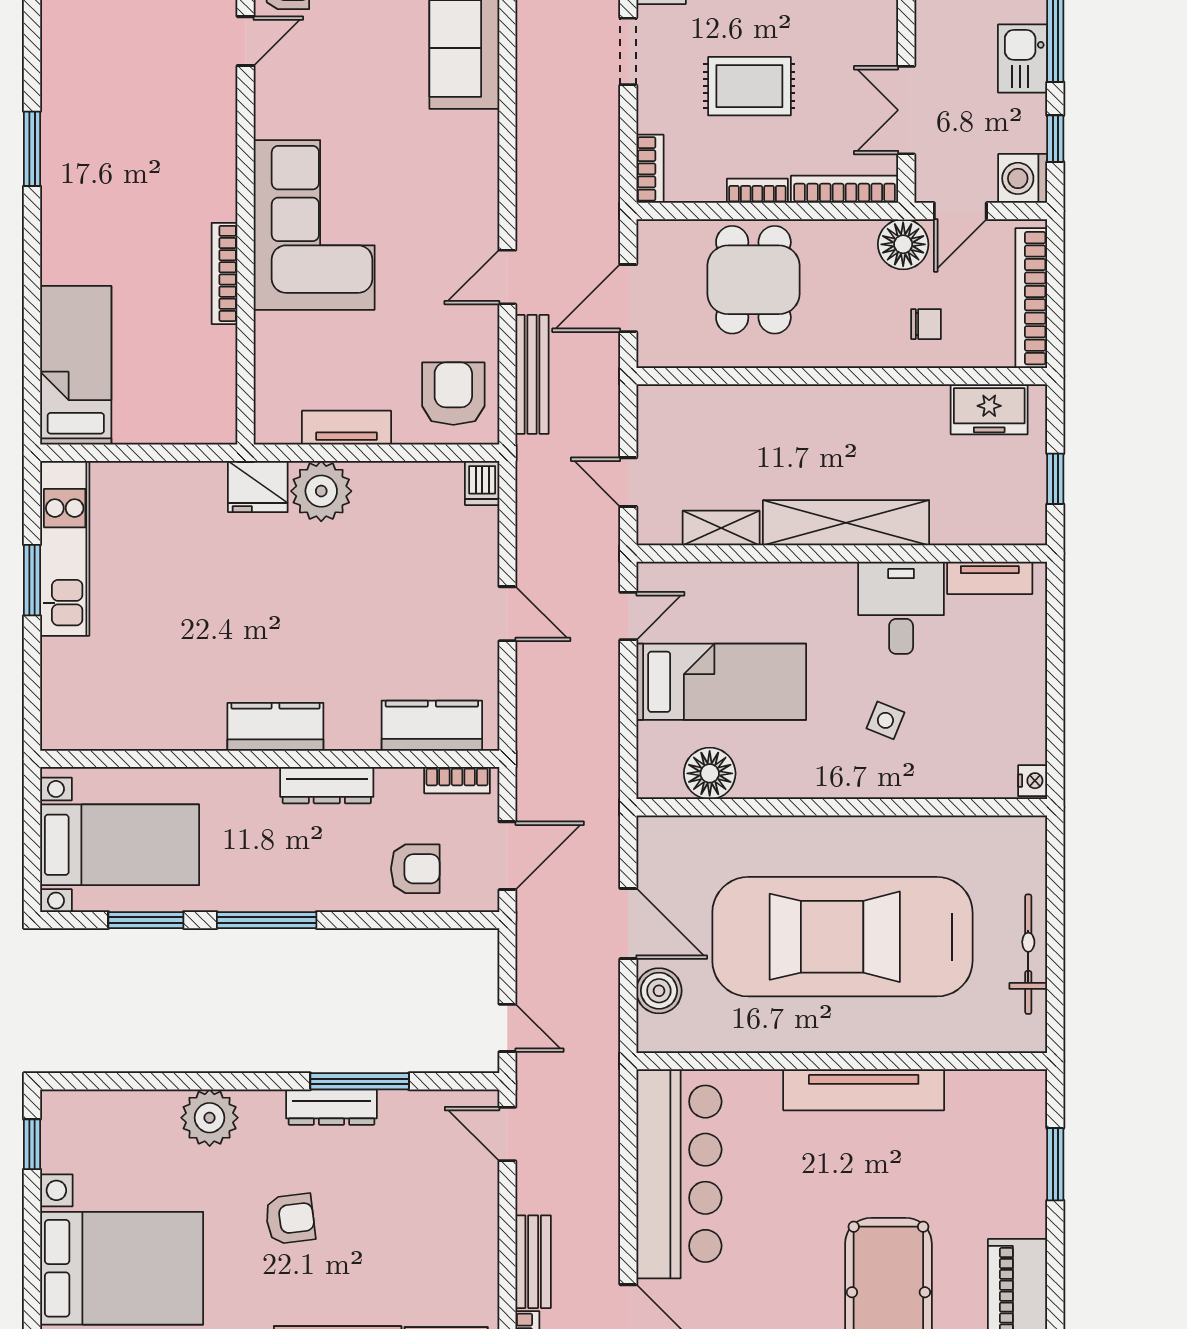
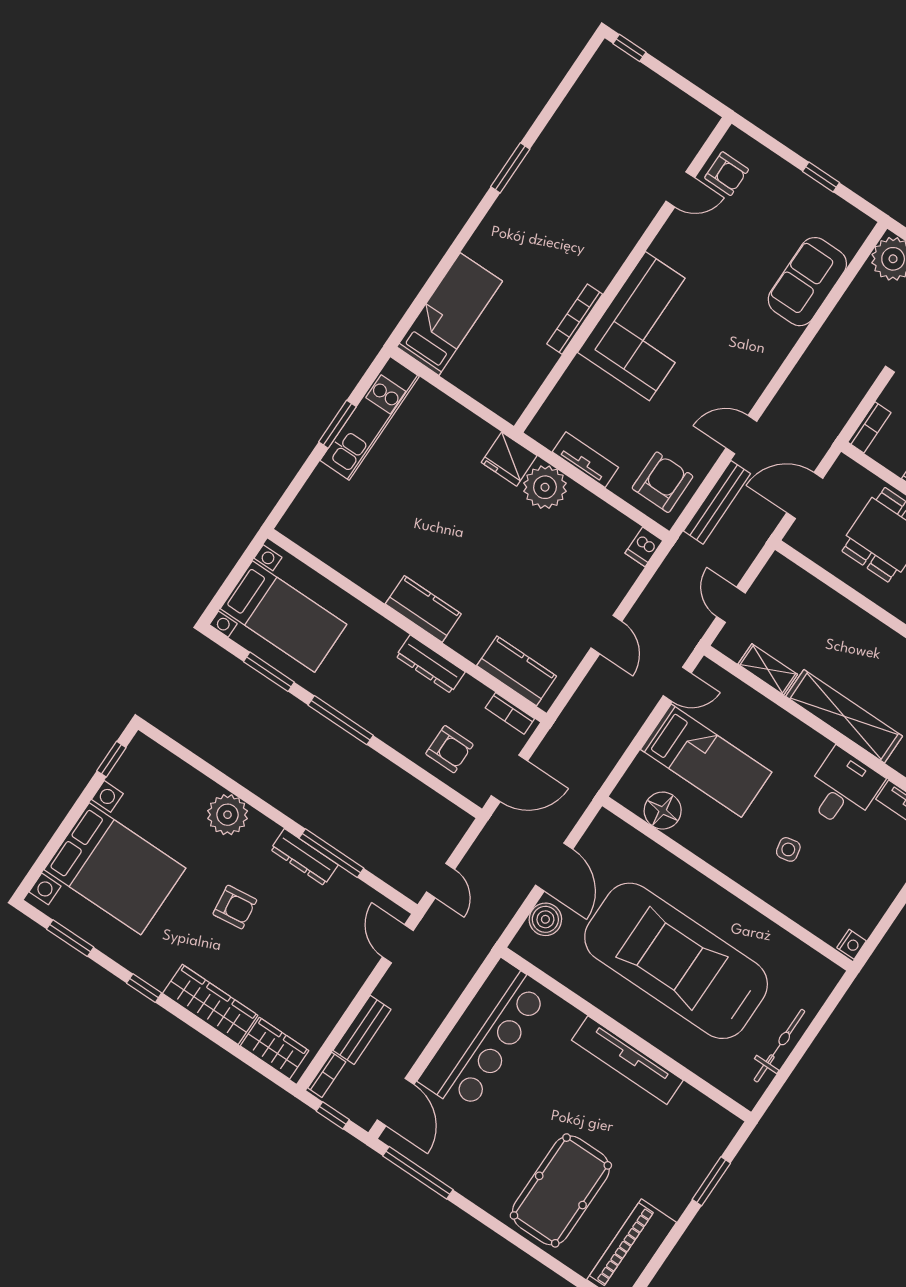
side table: (885, 720) -> (788, 849), turned -34

